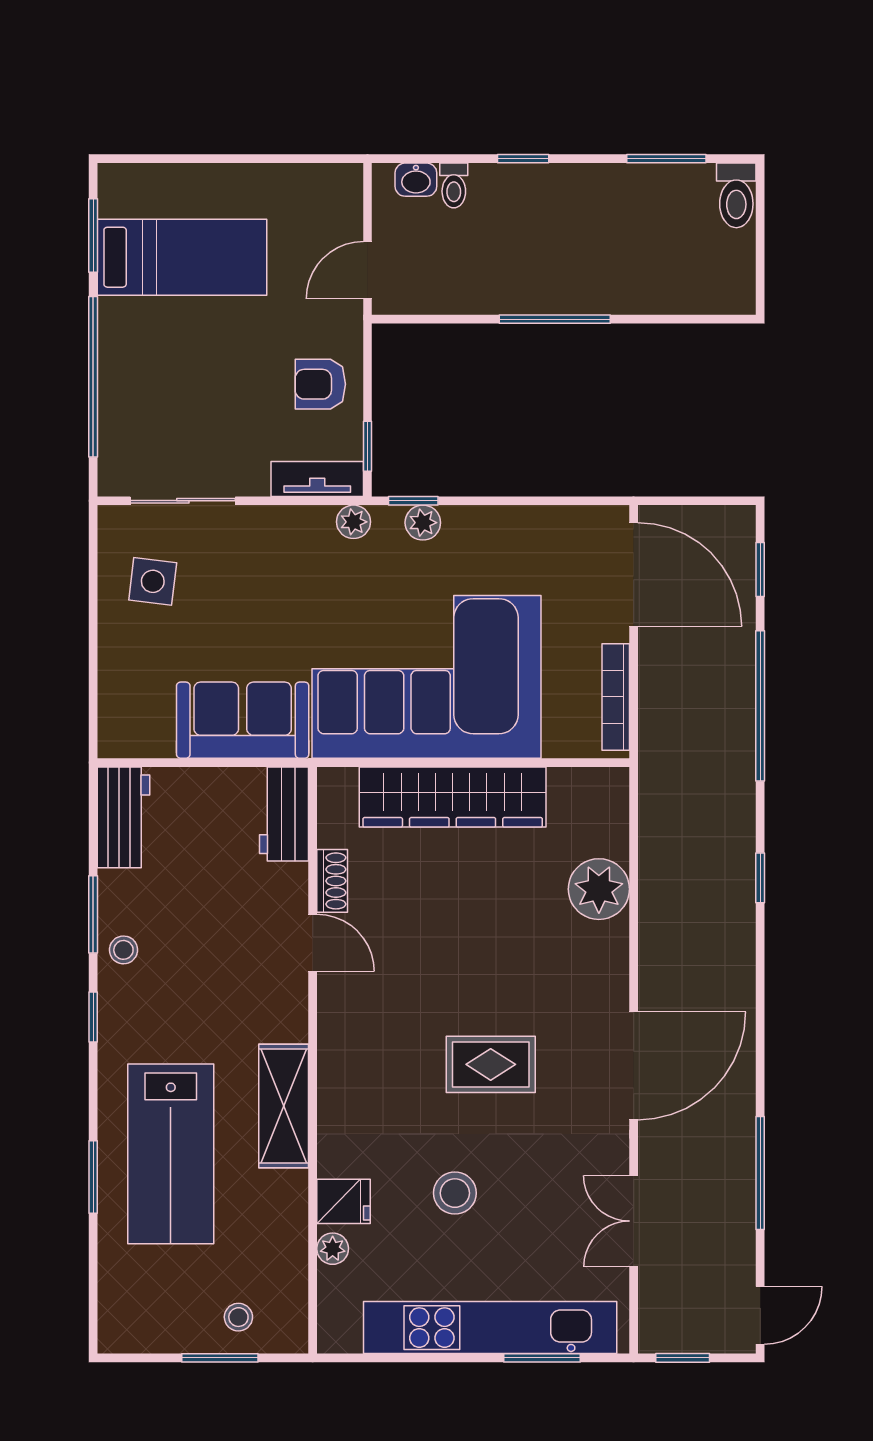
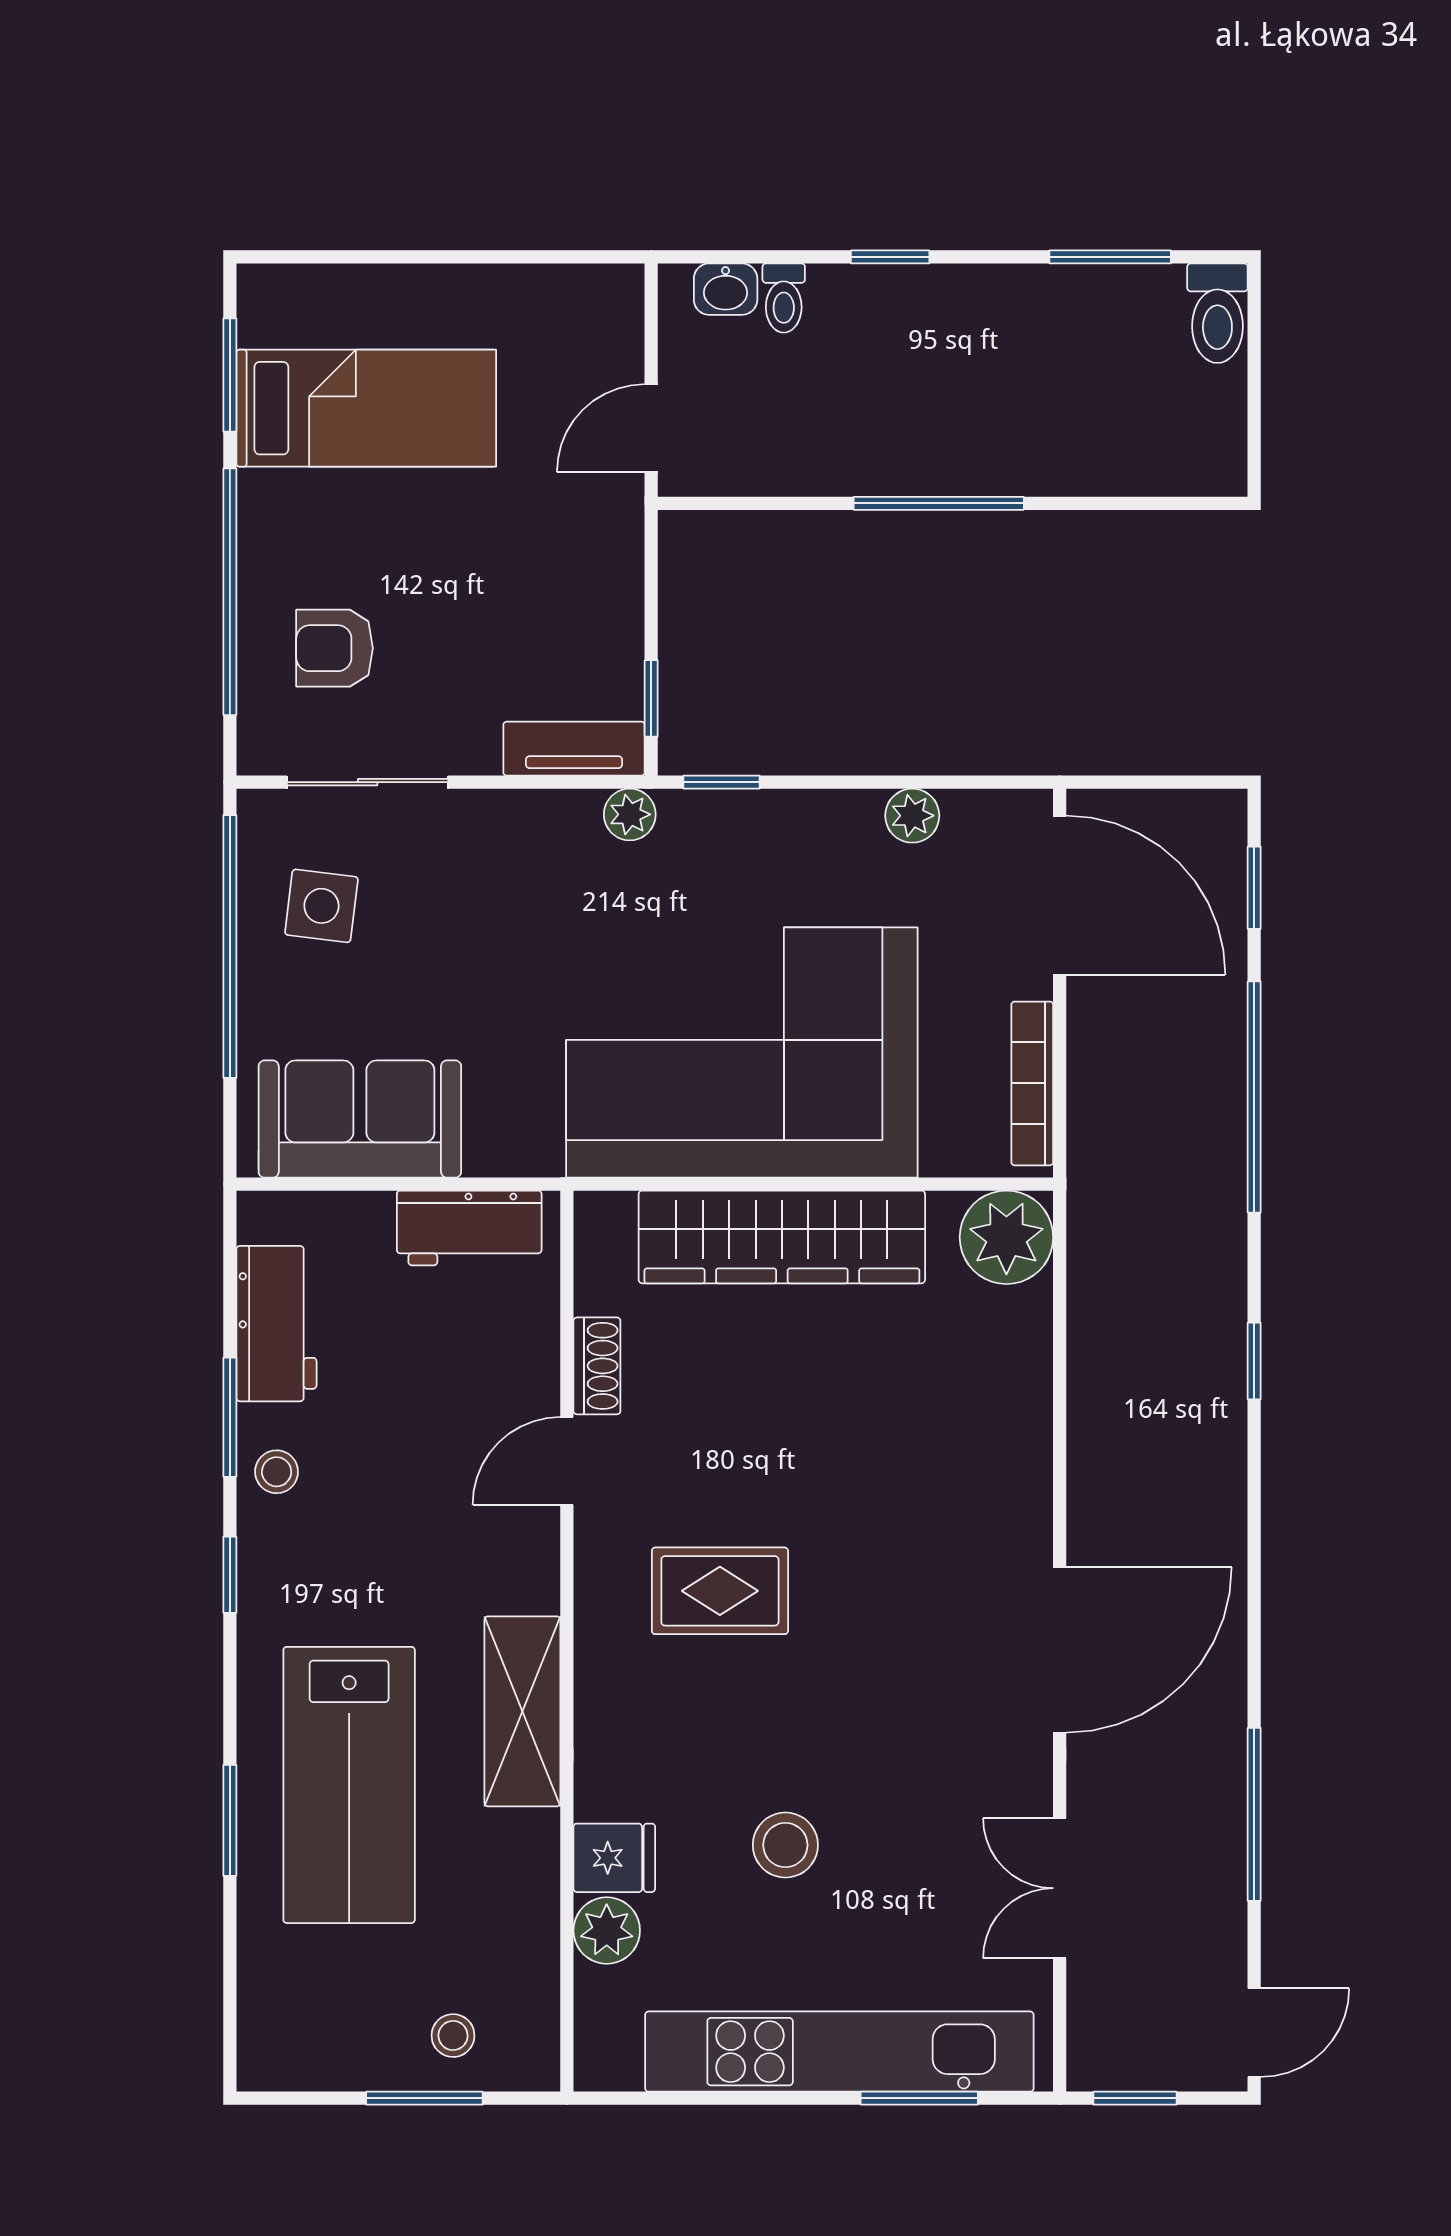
armchair: (320, 384) -> (335, 648), moved
plant: (423, 523) -> (912, 816), moved
window: (93, 608) -> (230, 947), added
sofa: (243, 720) -> (360, 1119), moved
workbench: (284, 814) -> (469, 1228), moved, turned -90
workbench: (123, 817) -> (276, 1324), moved
plant: (599, 889) -> (1006, 1237), moved
door: (313, 943) -> (567, 1461), swing flipped
rug: (491, 1064) -> (720, 1591), moved
plant: (333, 1249) -> (607, 1931), width x1.38, depth x1.38

